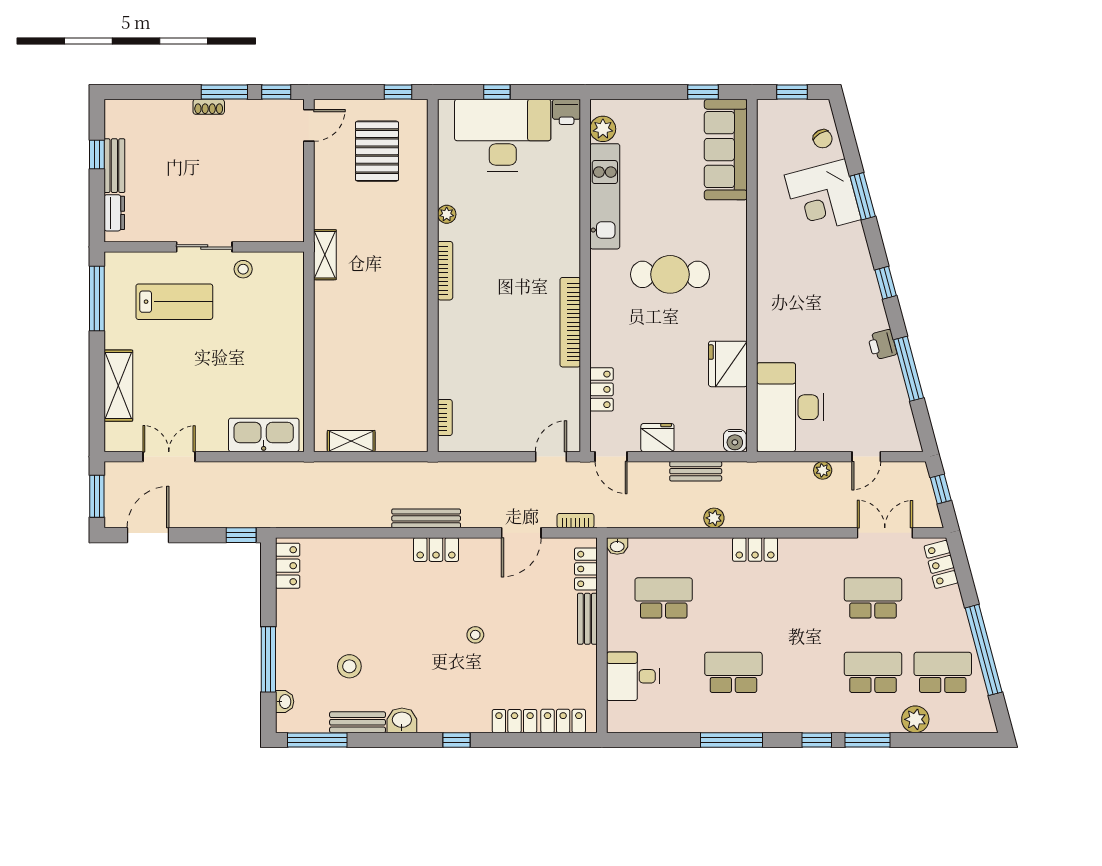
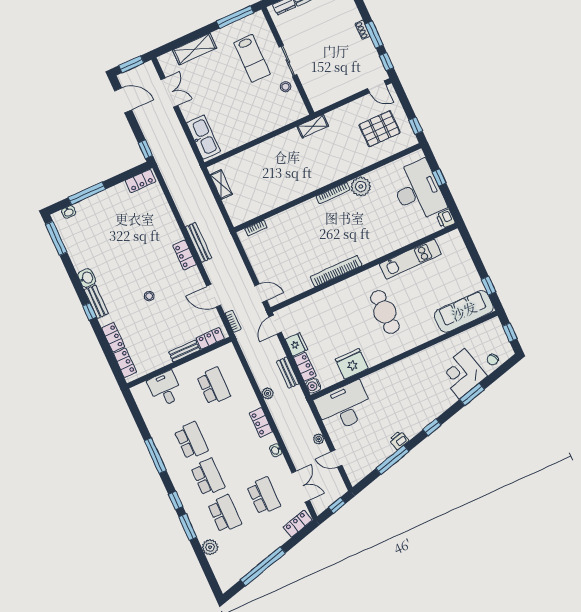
plant: (603, 129) -> (445, 242), removed
plant: (447, 214) -> (361, 187), width x1.88, depth x1.88
locker: (602, 389) -> (305, 367), moved, turned -90
washbasin: (617, 546) -> (276, 450), moved
stool: (349, 666) -> (103, 237), removed
school desk: (943, 672) -> (208, 477), moved
bench: (358, 722) -> (96, 302), moved

